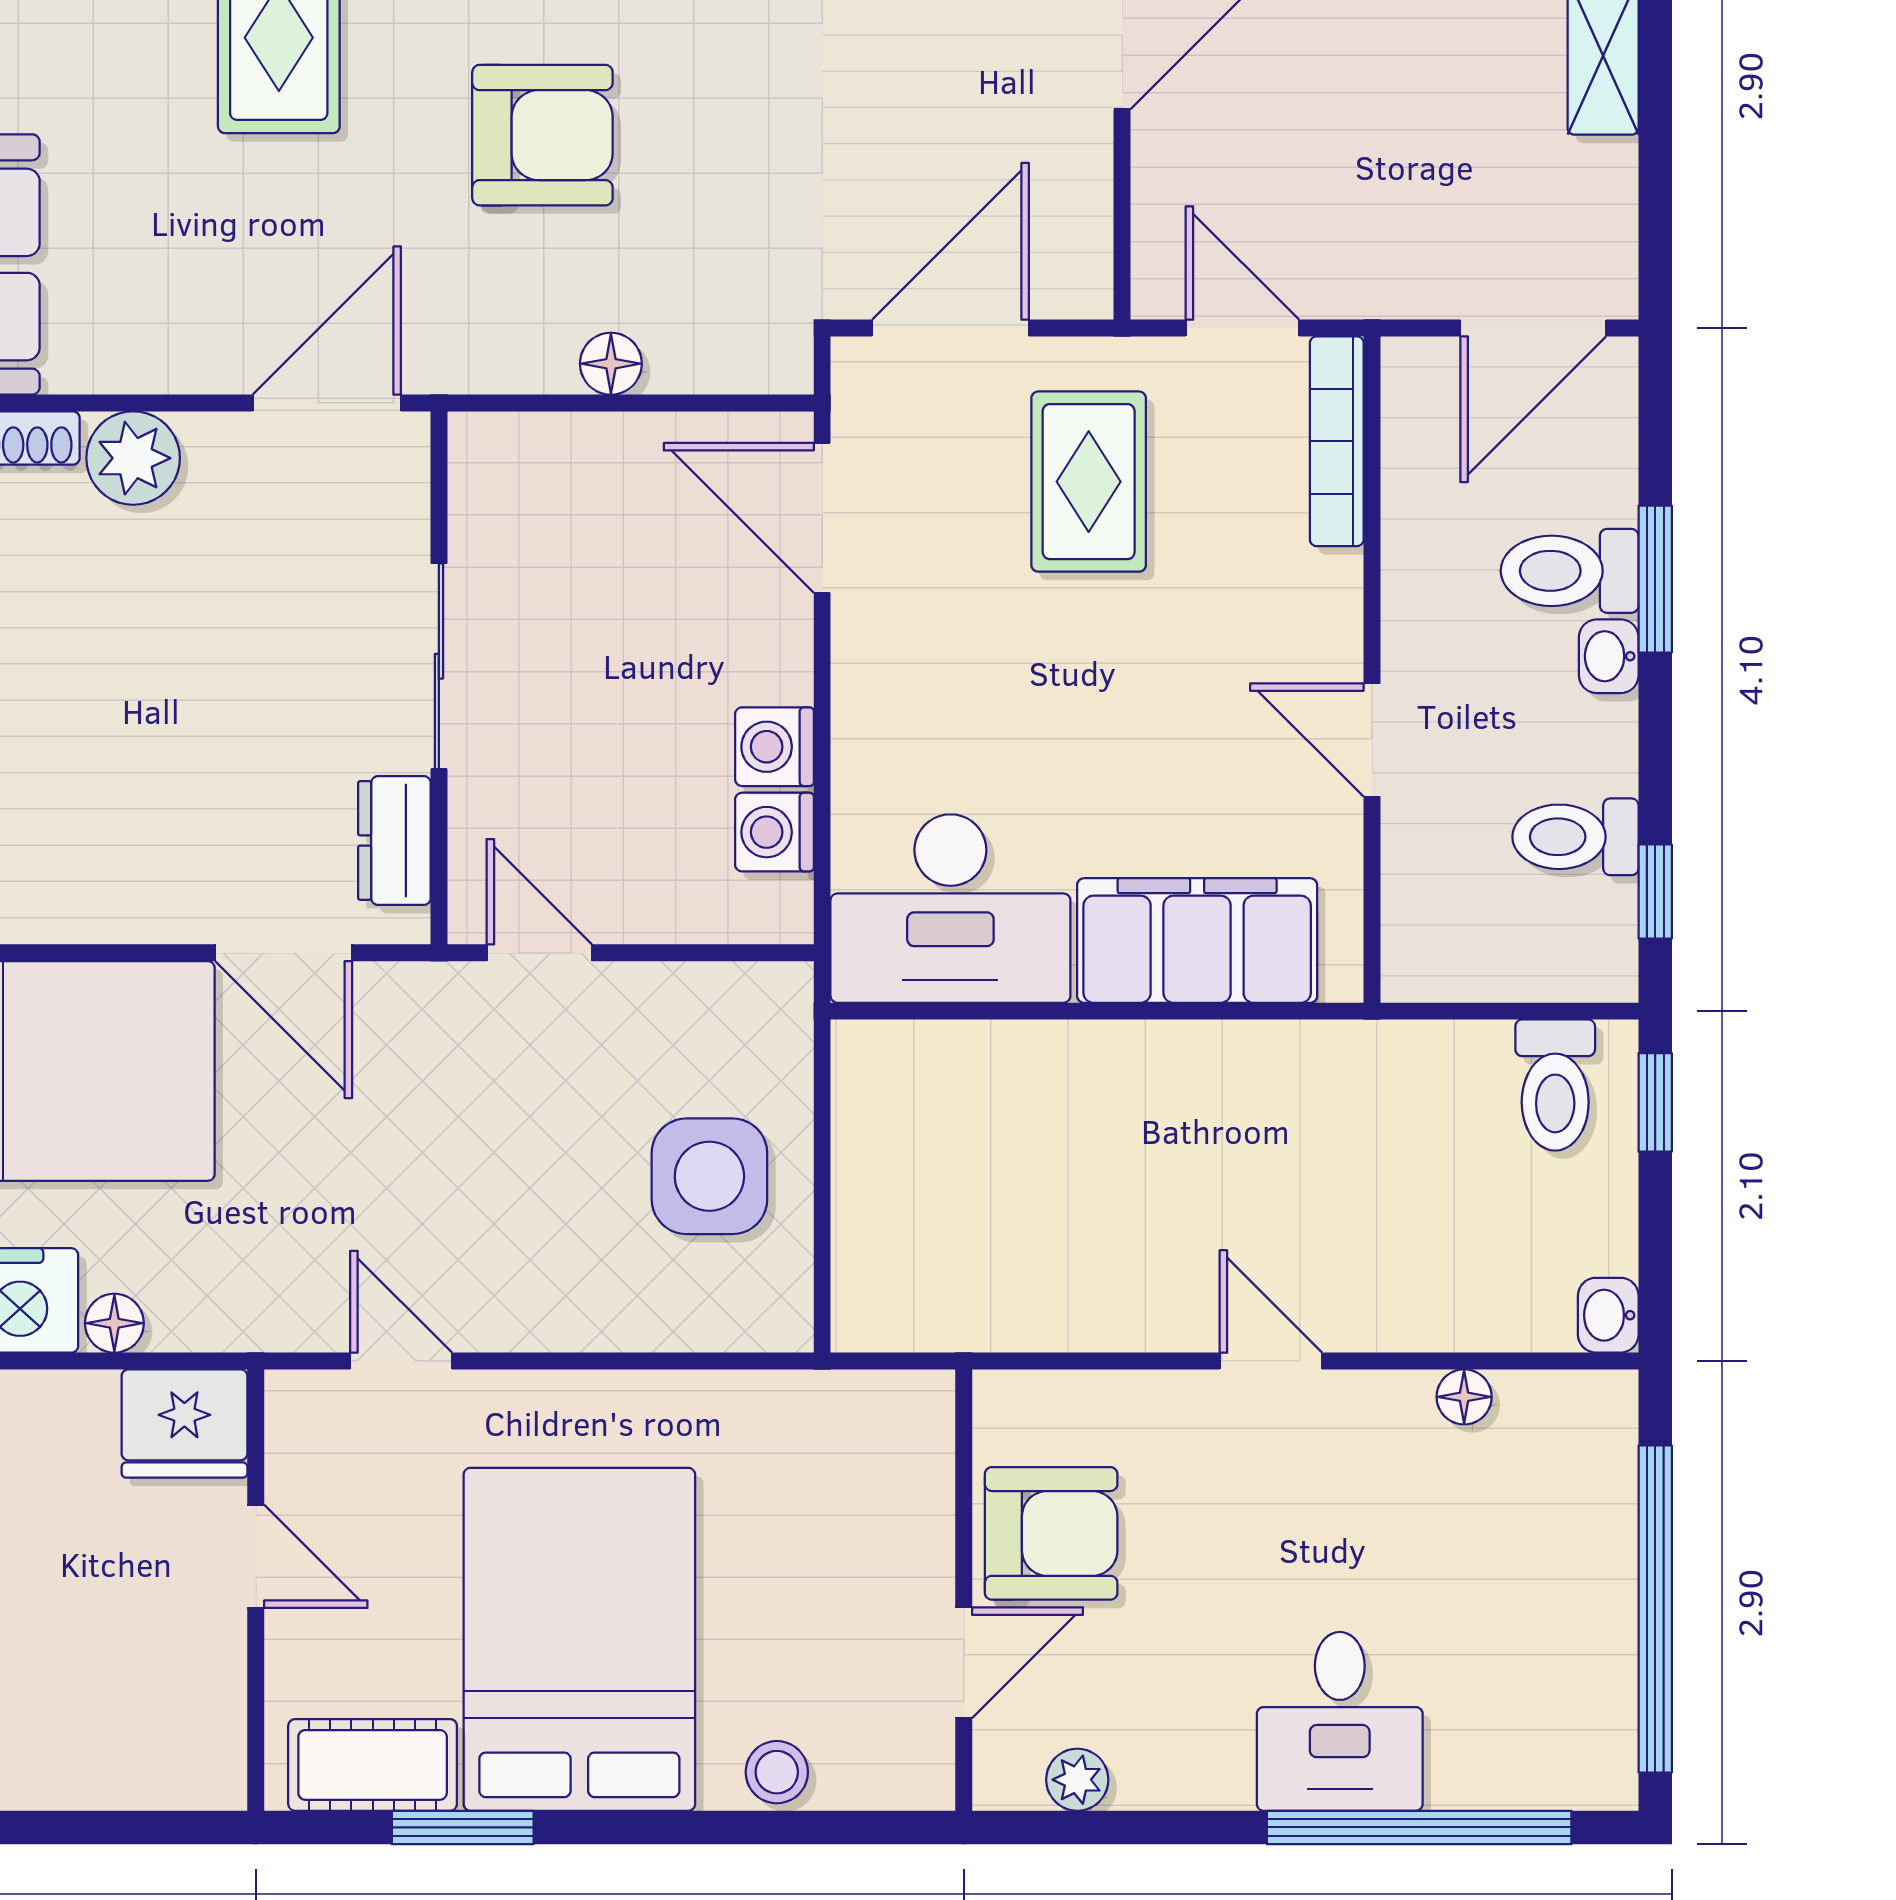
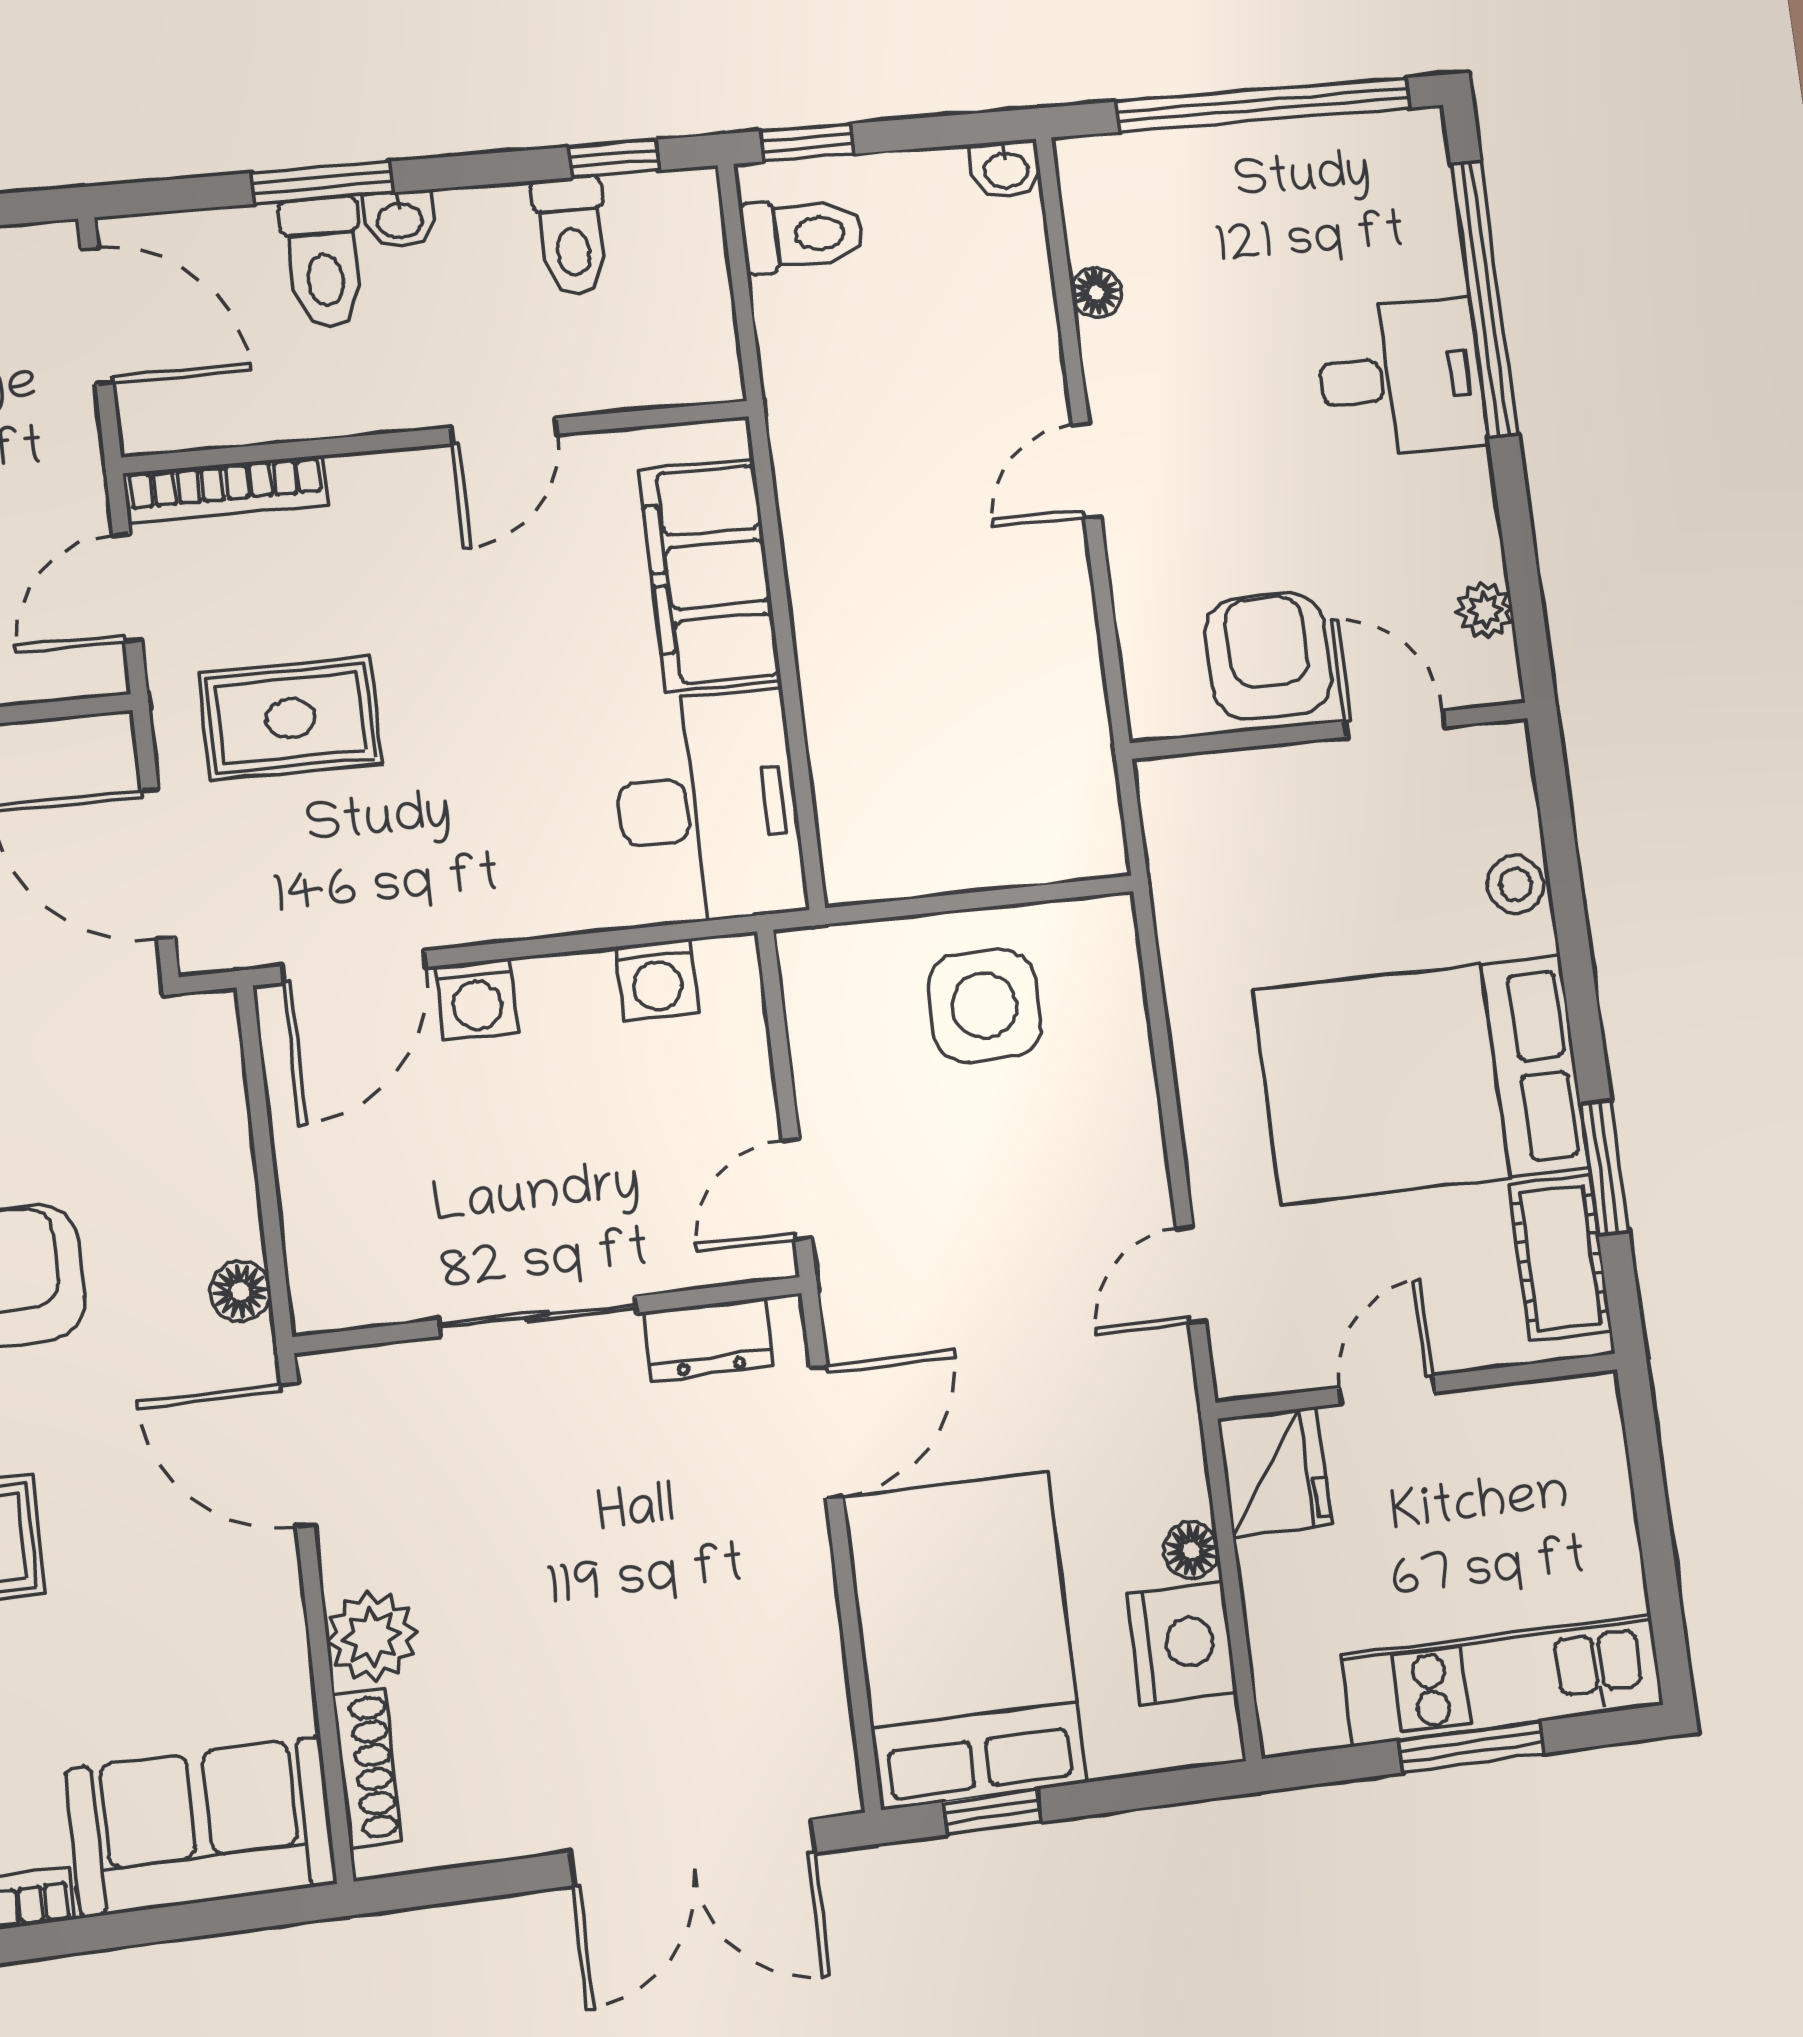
floor lamp: (611, 364) -> (240, 1291), moved
washing machine: (774, 747) -> (477, 999), moved

